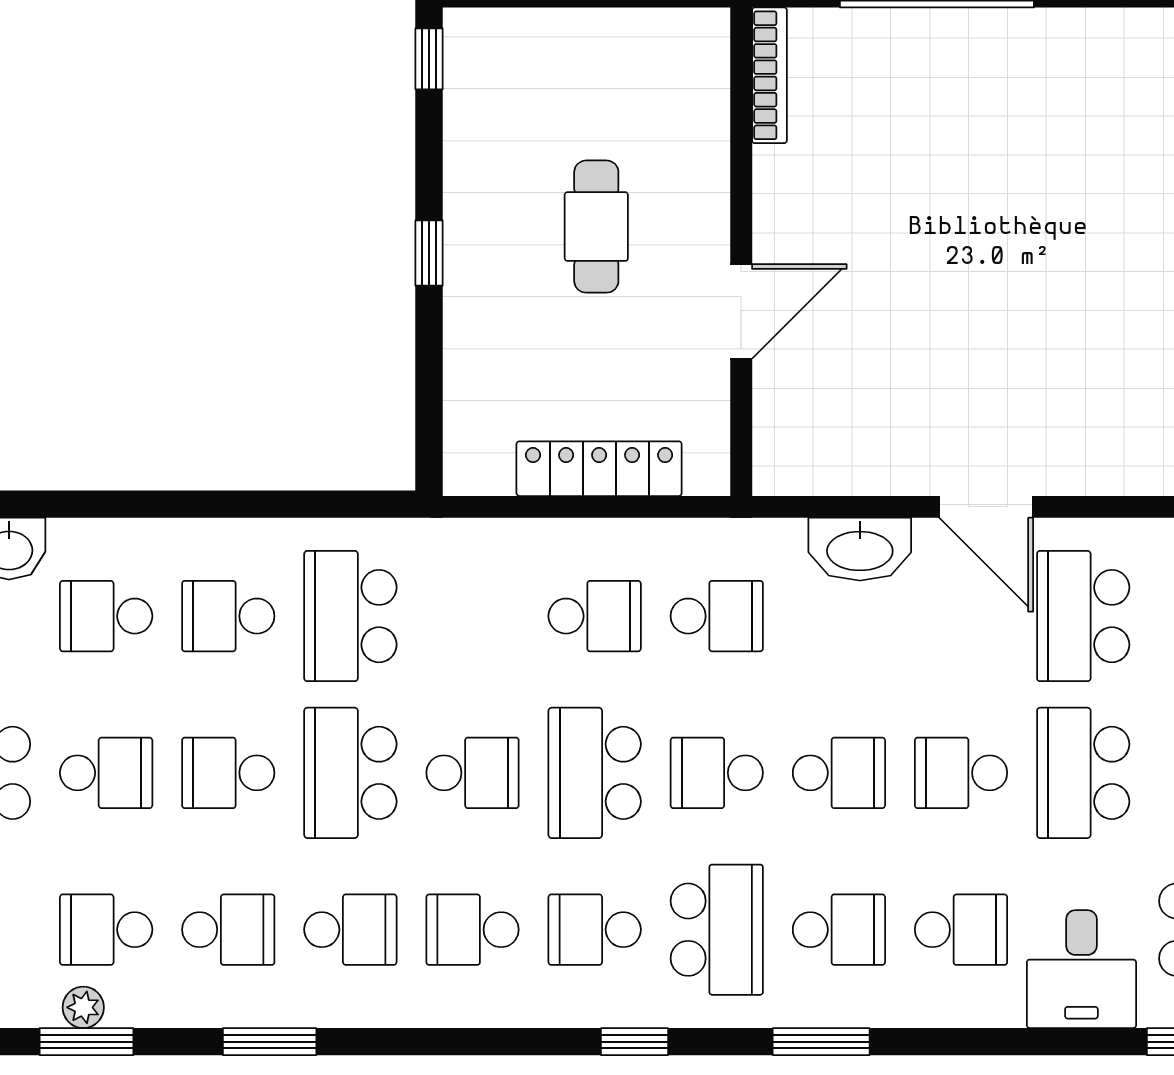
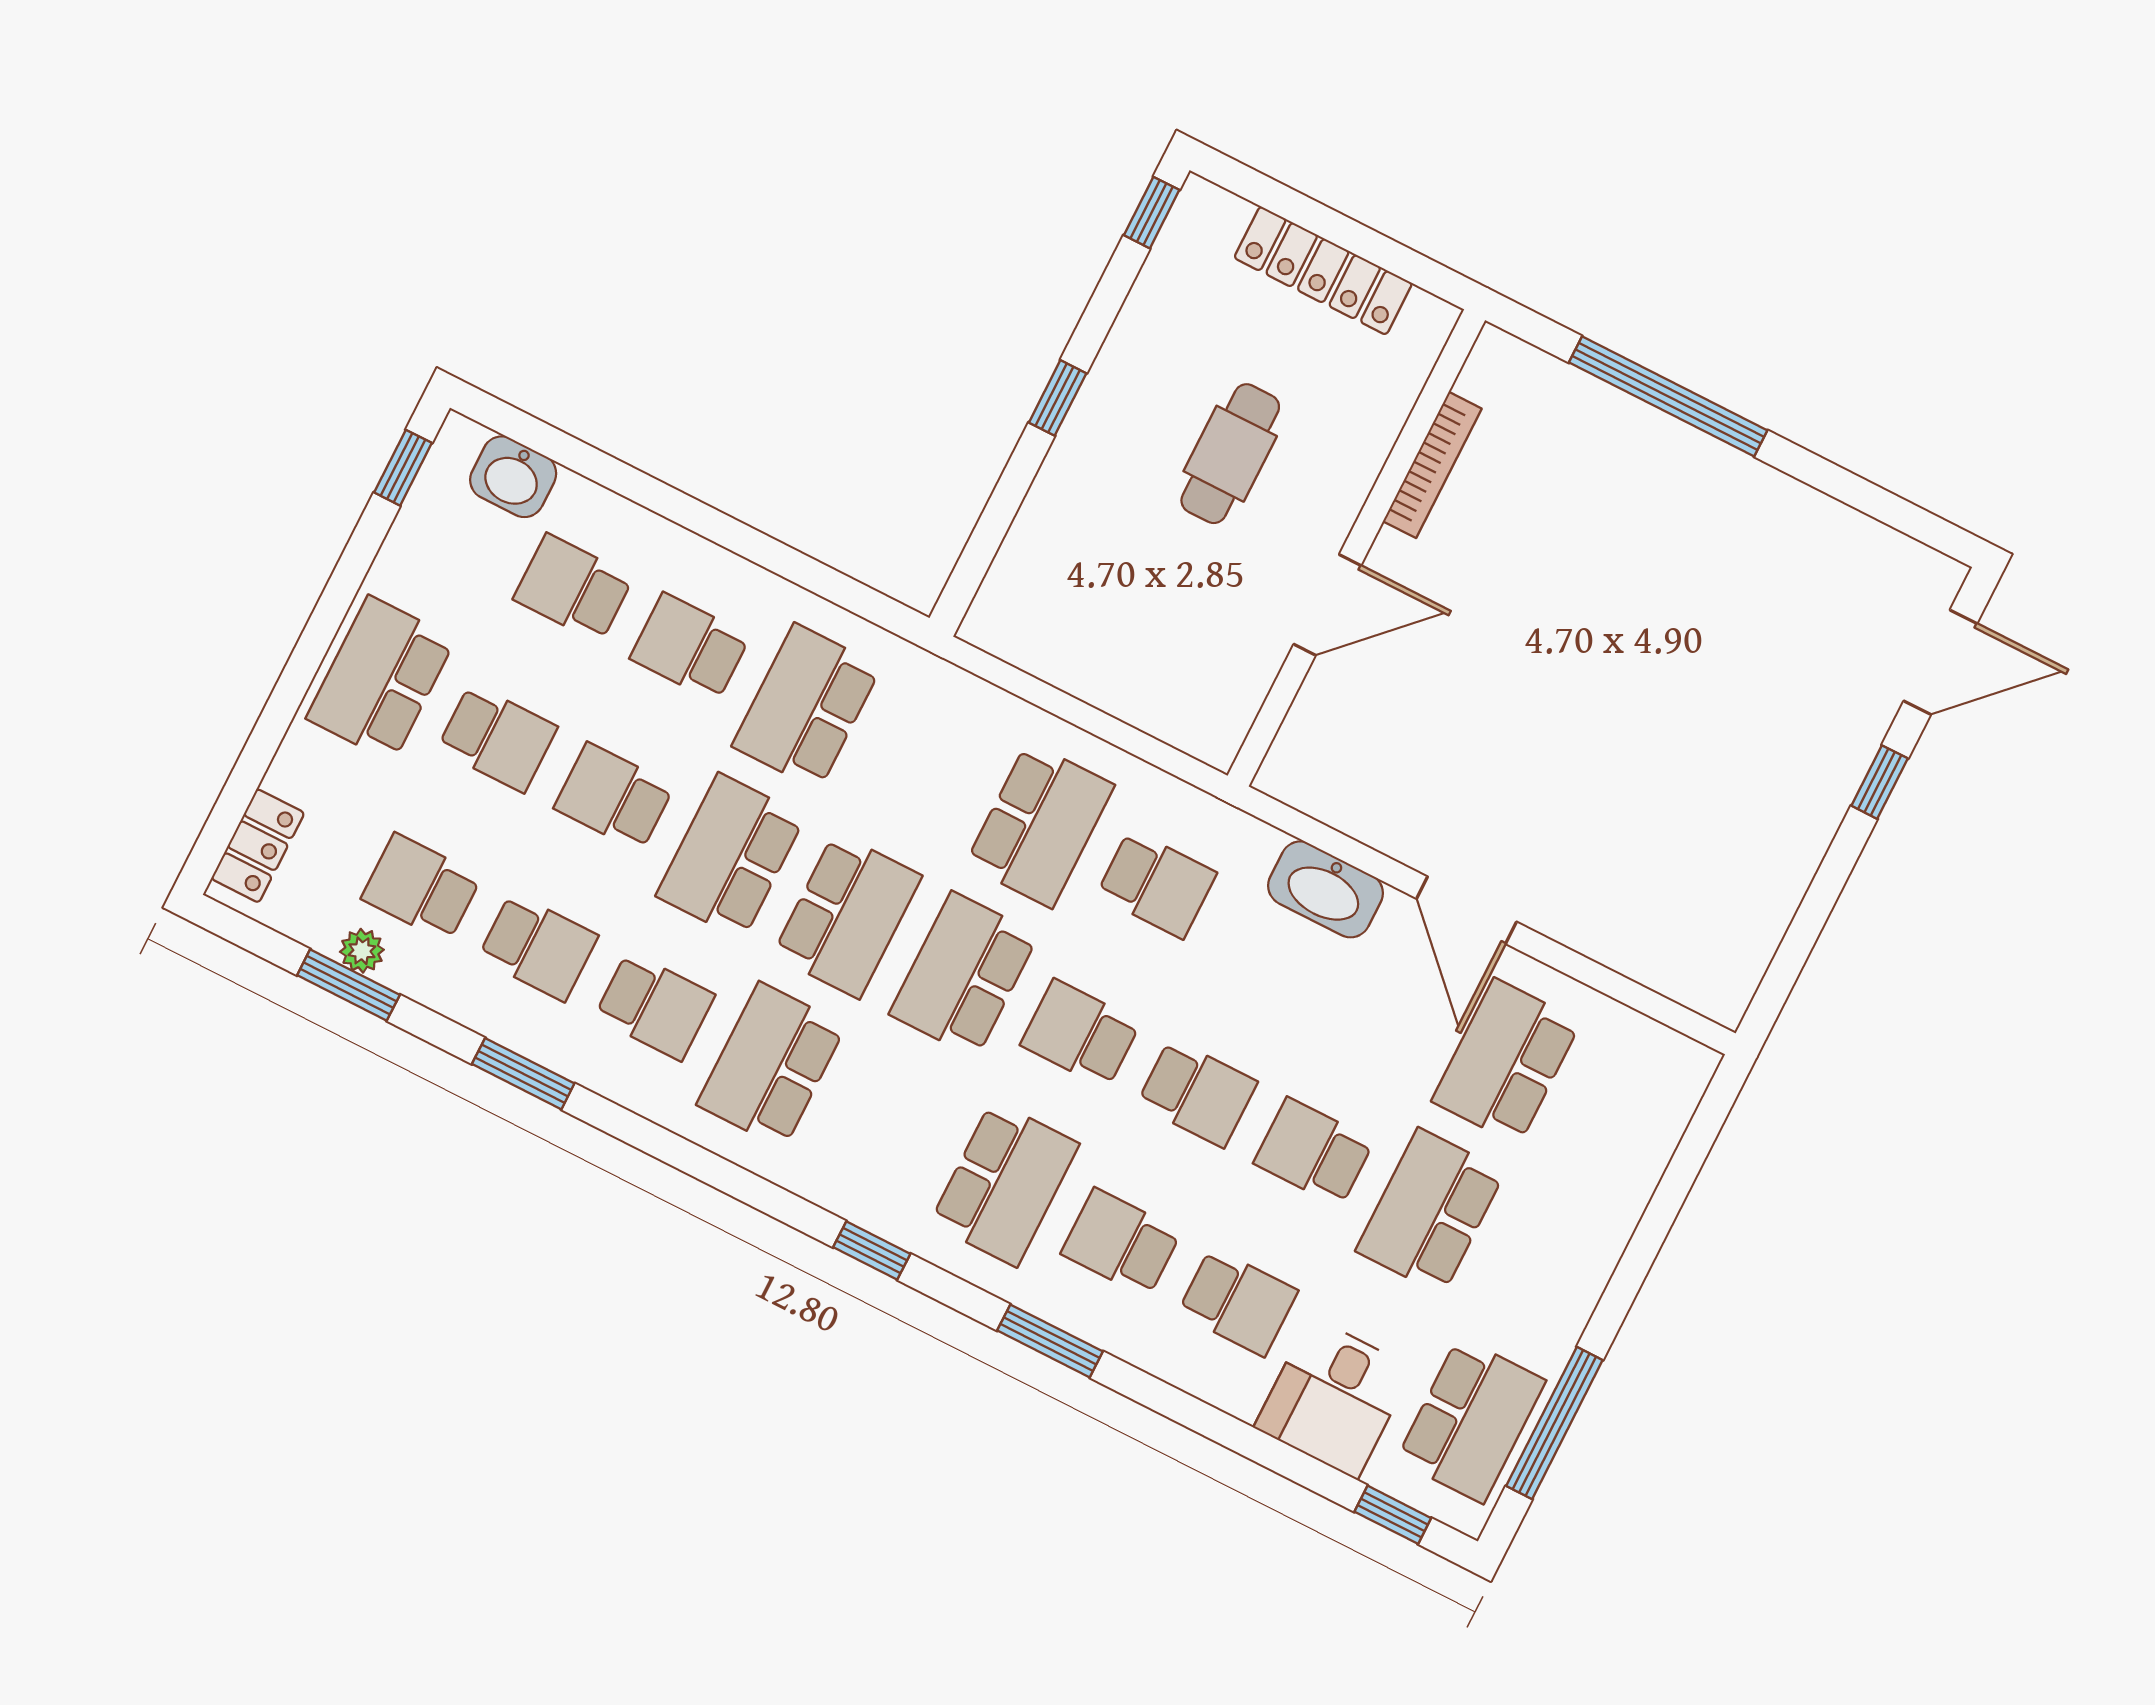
bookcase: (769, 75) -> (1432, 465), moved
locker: (599, 469) -> (1323, 271), moved, turned 180
school desk: (595, 616) -> (1040, 825), width x1.85
school desk: (473, 773) -> (847, 915), width x1.85
school desk: (473, 930) -> (771, 1065), width x1.85
school desk: (595, 930) -> (888, 1124), removed
school desk: (839, 930) -> (1121, 1243), turned 180

